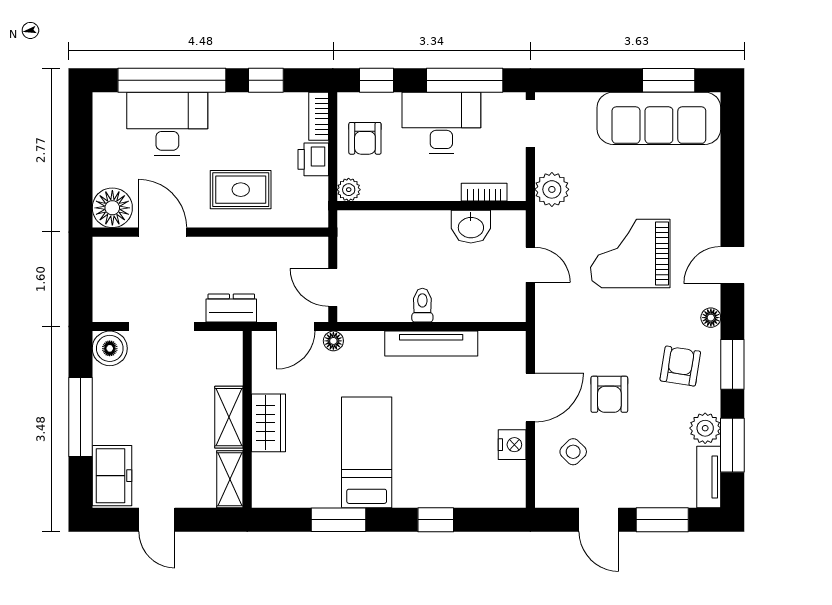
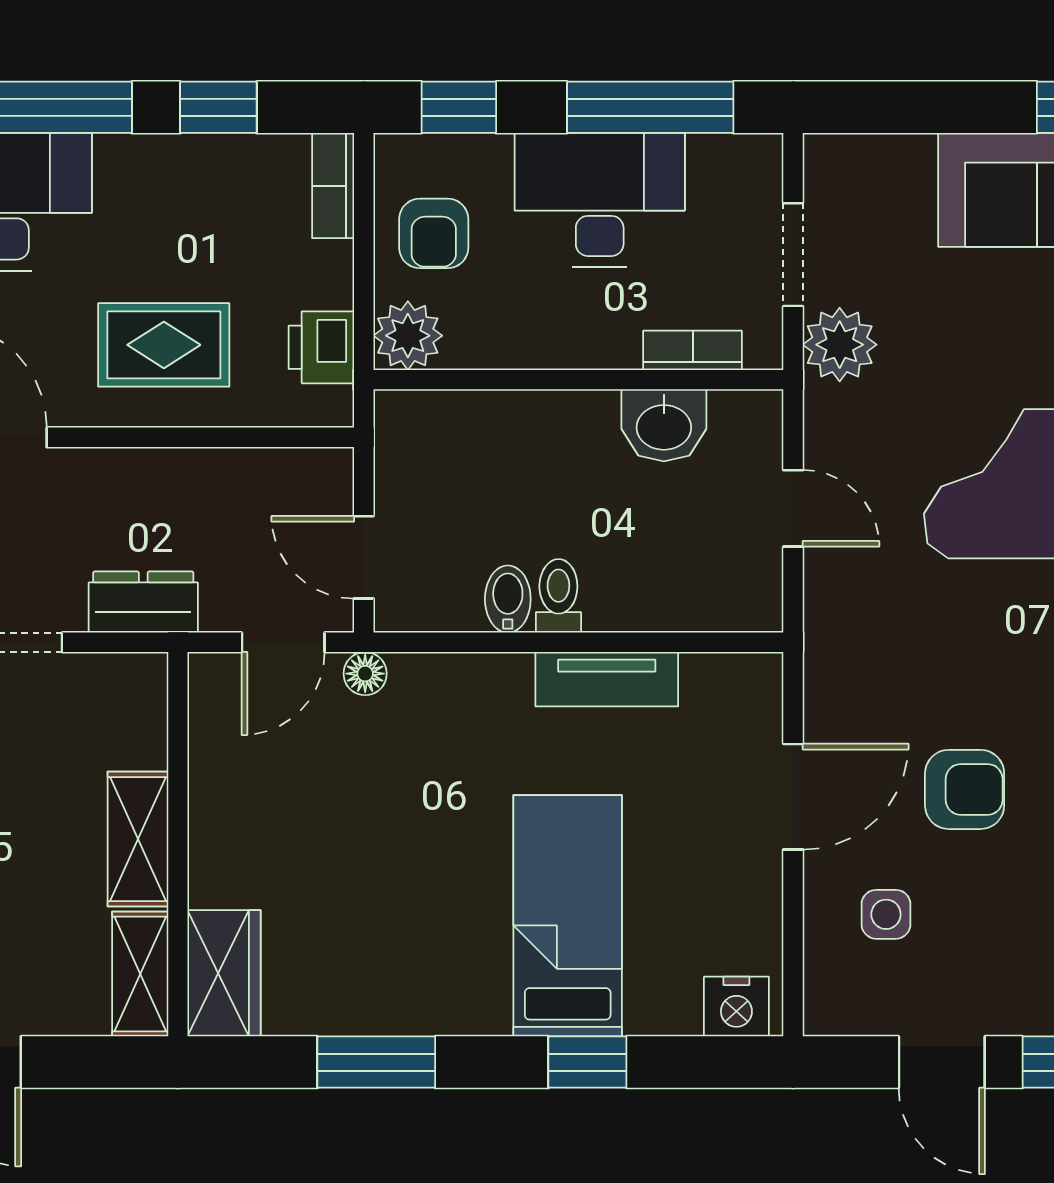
doorway: (530, 123) -> (793, 255), moved
printer: (313, 159) -> (321, 347), moved
plant: (349, 190) -> (408, 336), width x1.38, depth x1.38
bidet: (399, 307) -> (508, 599), added
tv unit: (431, 344) -> (607, 679), width x0.71
armchair: (609, 394) -> (965, 789), turned -90
wardrobe: (268, 423) -> (224, 973), moved
nightstand: (512, 445) -> (736, 1007), moved, turned 90
bed: (367, 452) -> (568, 916), moved
side table: (573, 452) -> (886, 914), turned 45

